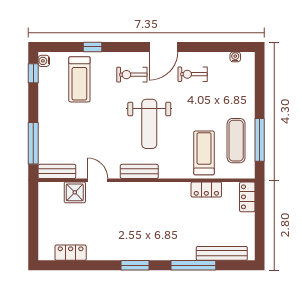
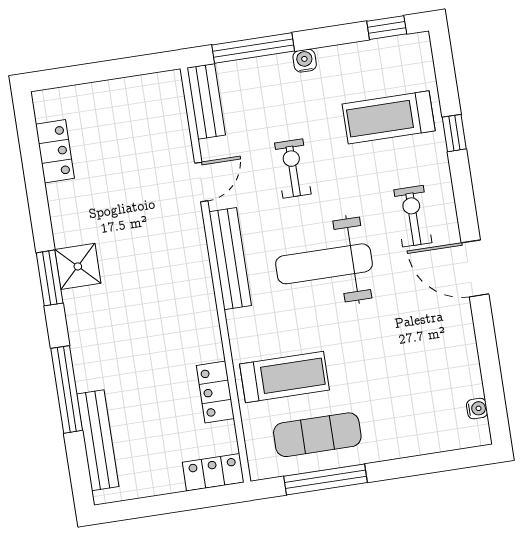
water cooler: (44, 61) -> (305, 61), moved
exercise bike: (193, 74) -> (293, 169), moved
bench: (139, 171) -> (230, 259), width x1.36
shower: (75, 192) -> (78, 266), moved

